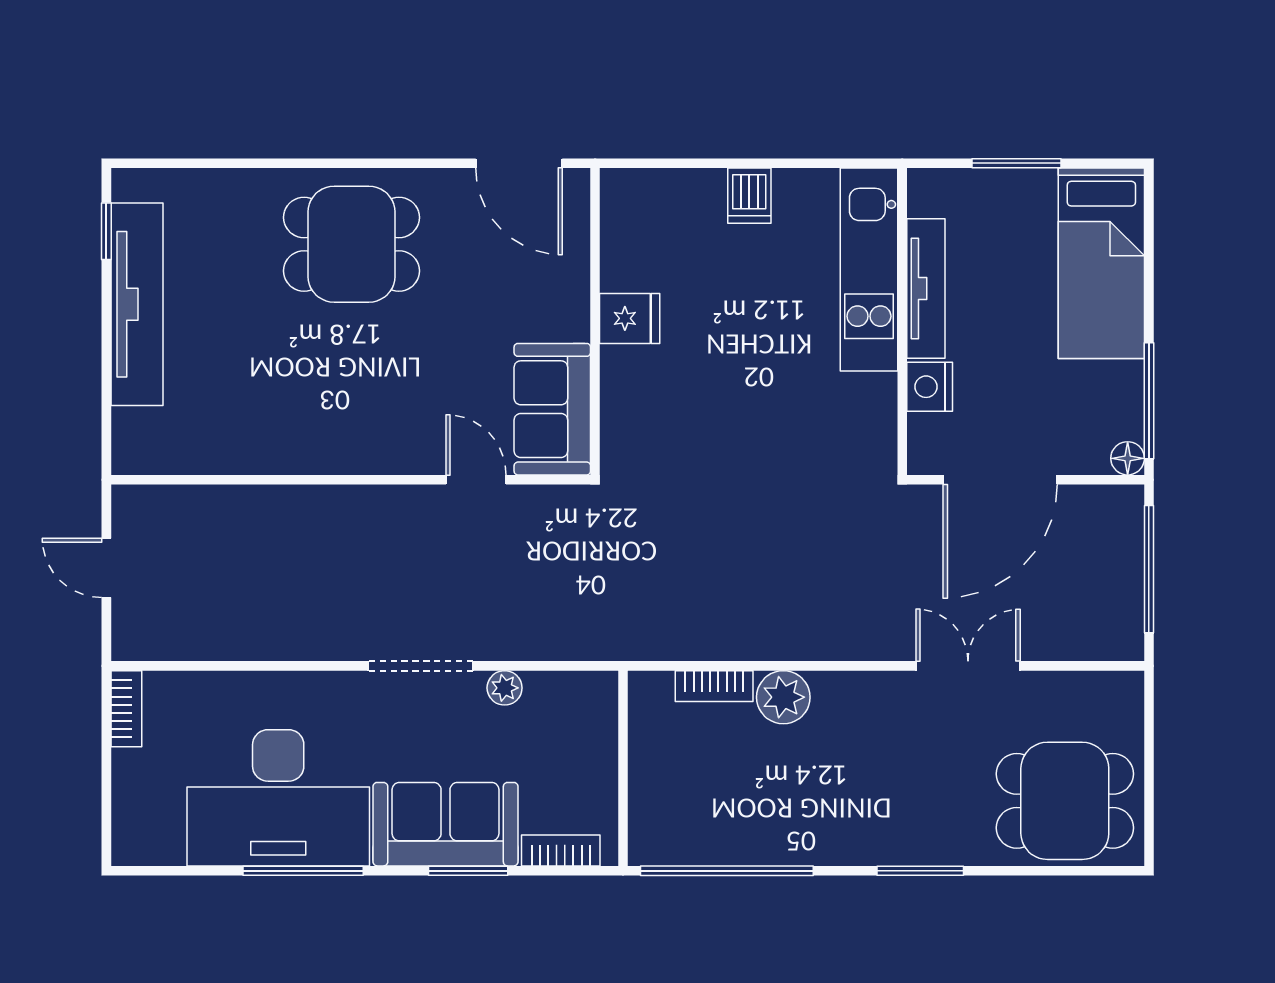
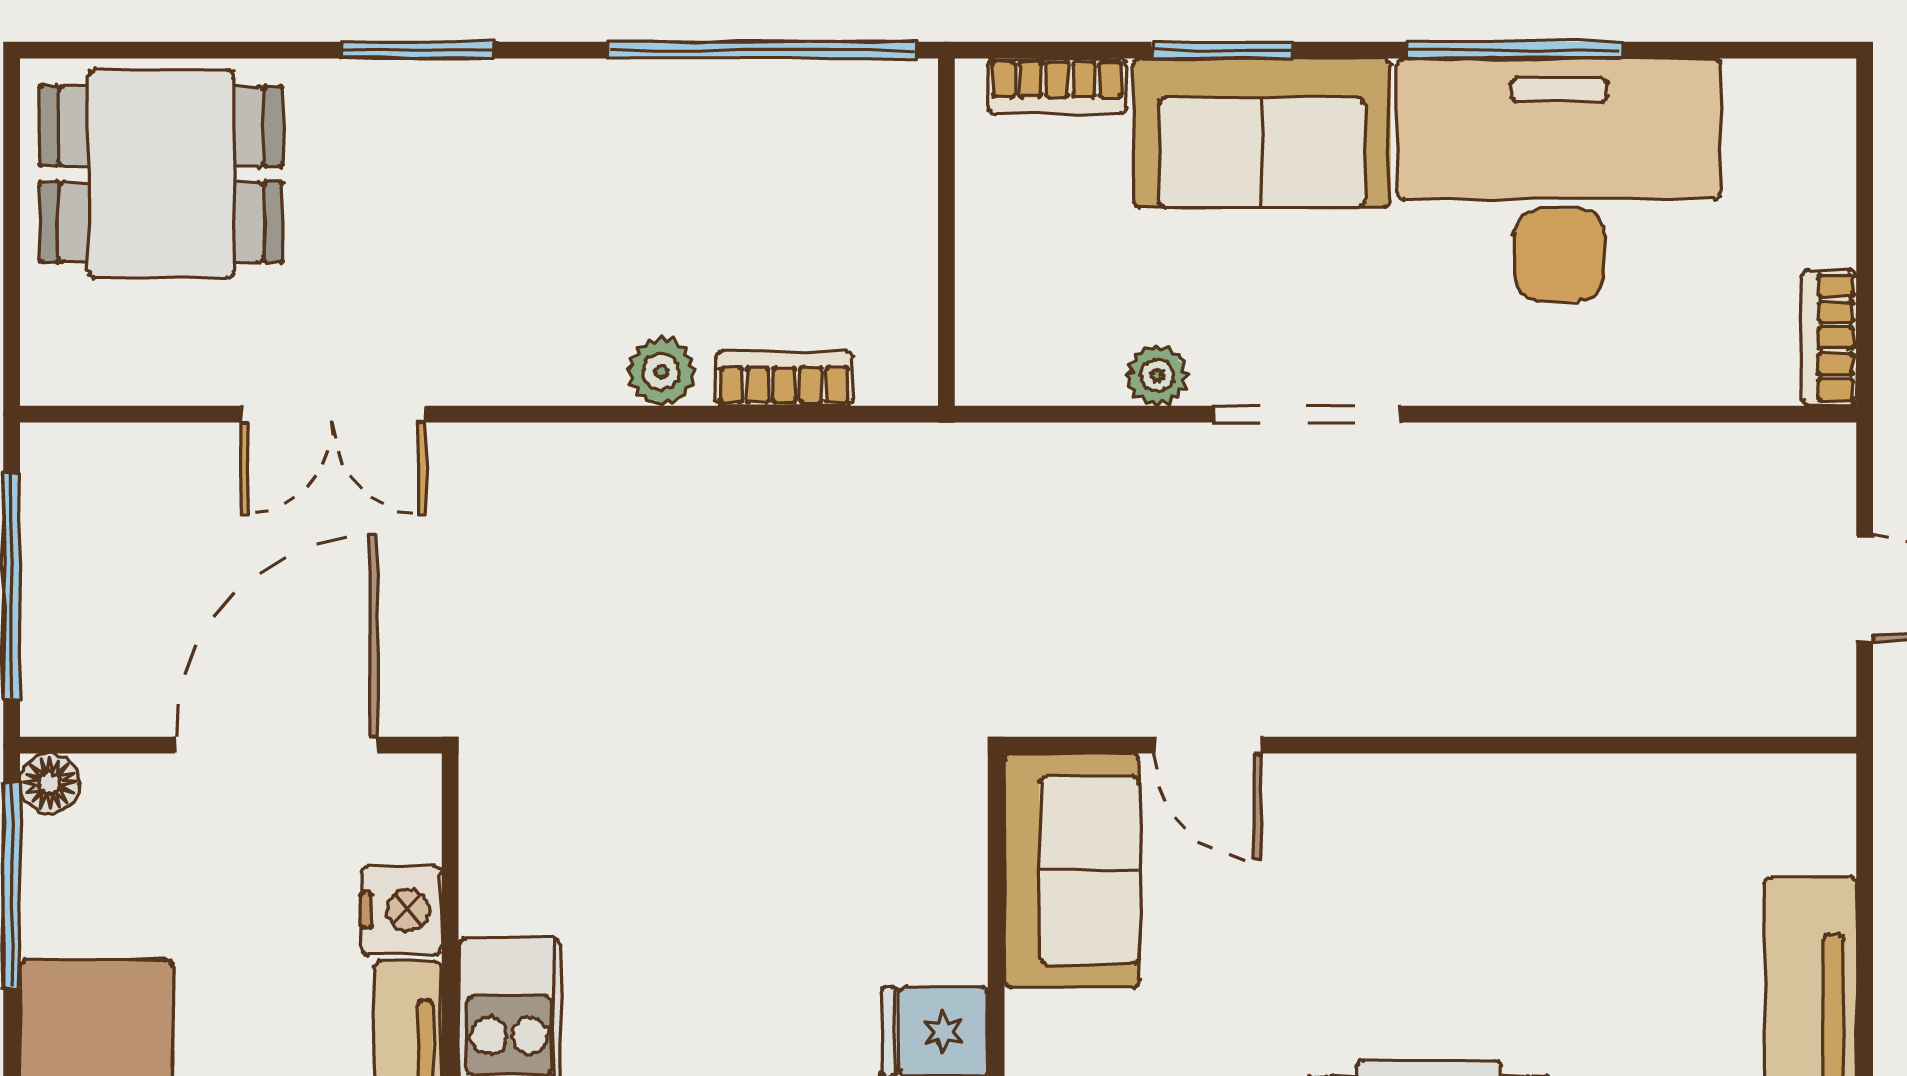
plant: (783, 697) -> (661, 371), width x0.73, depth x0.73

